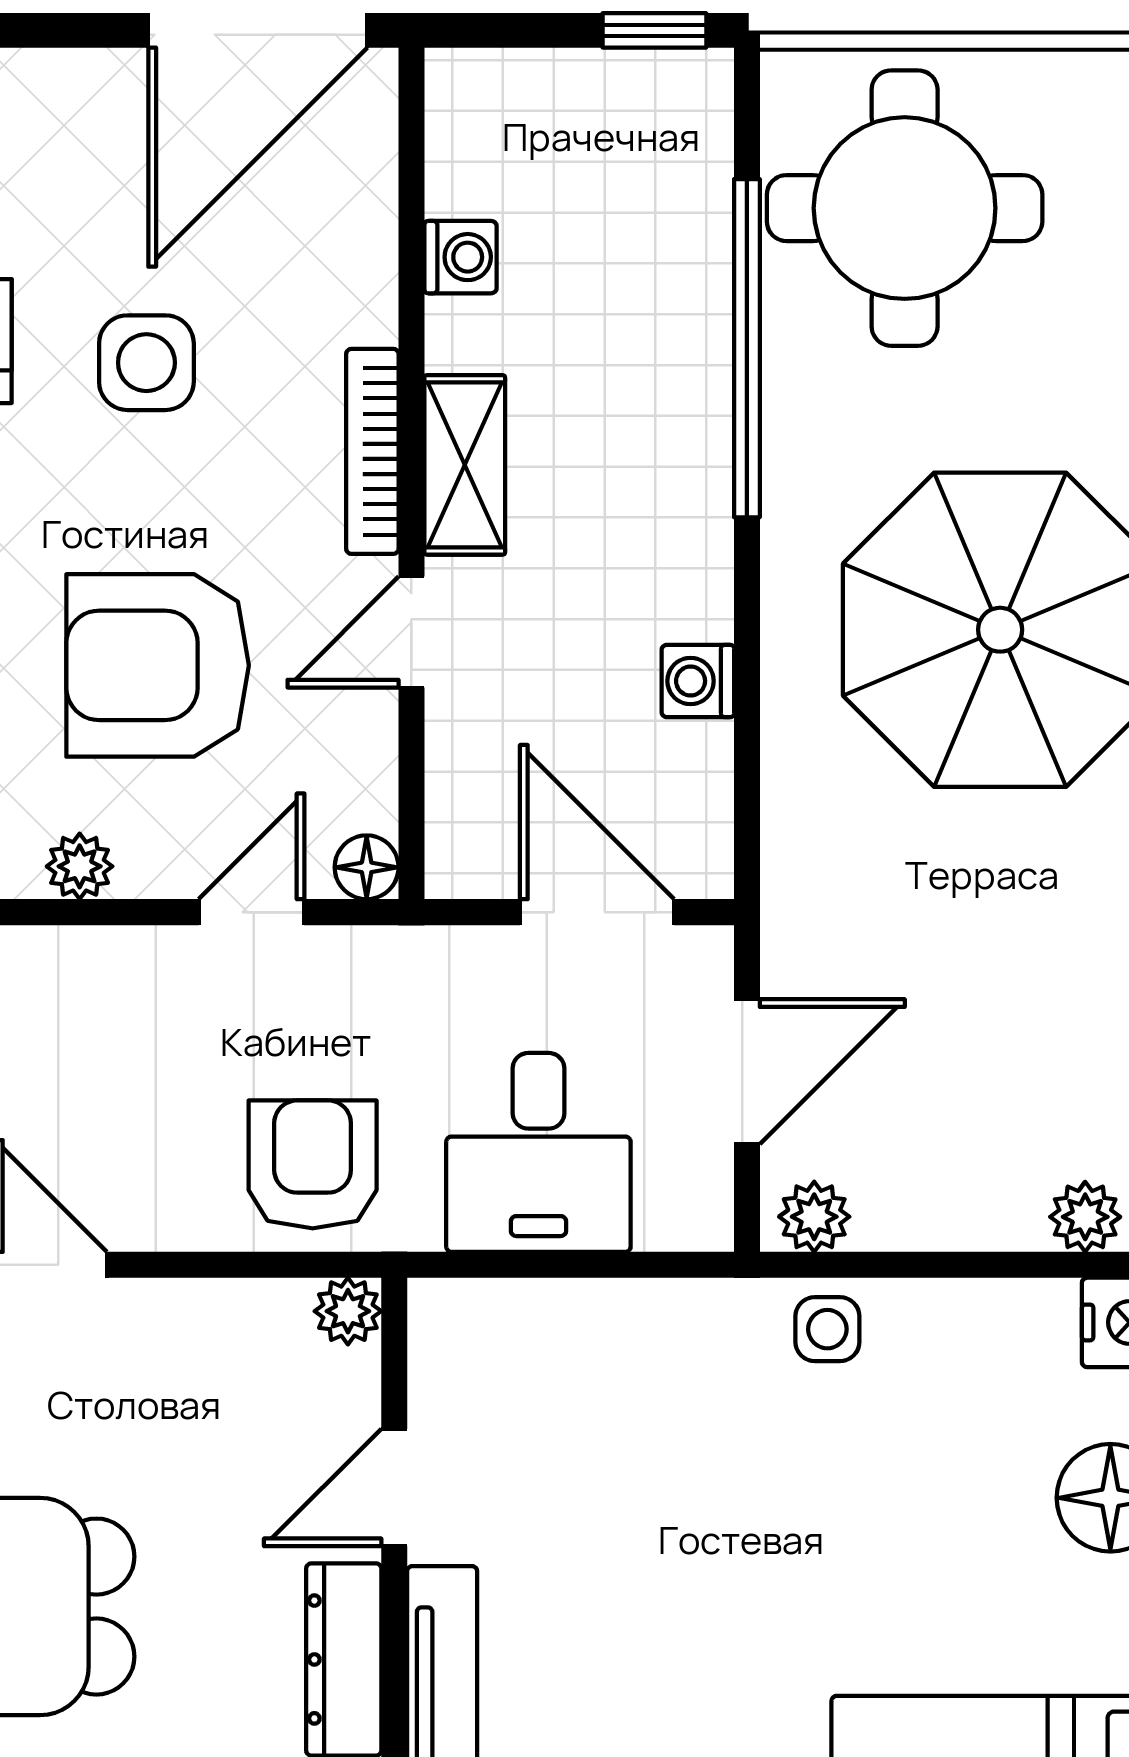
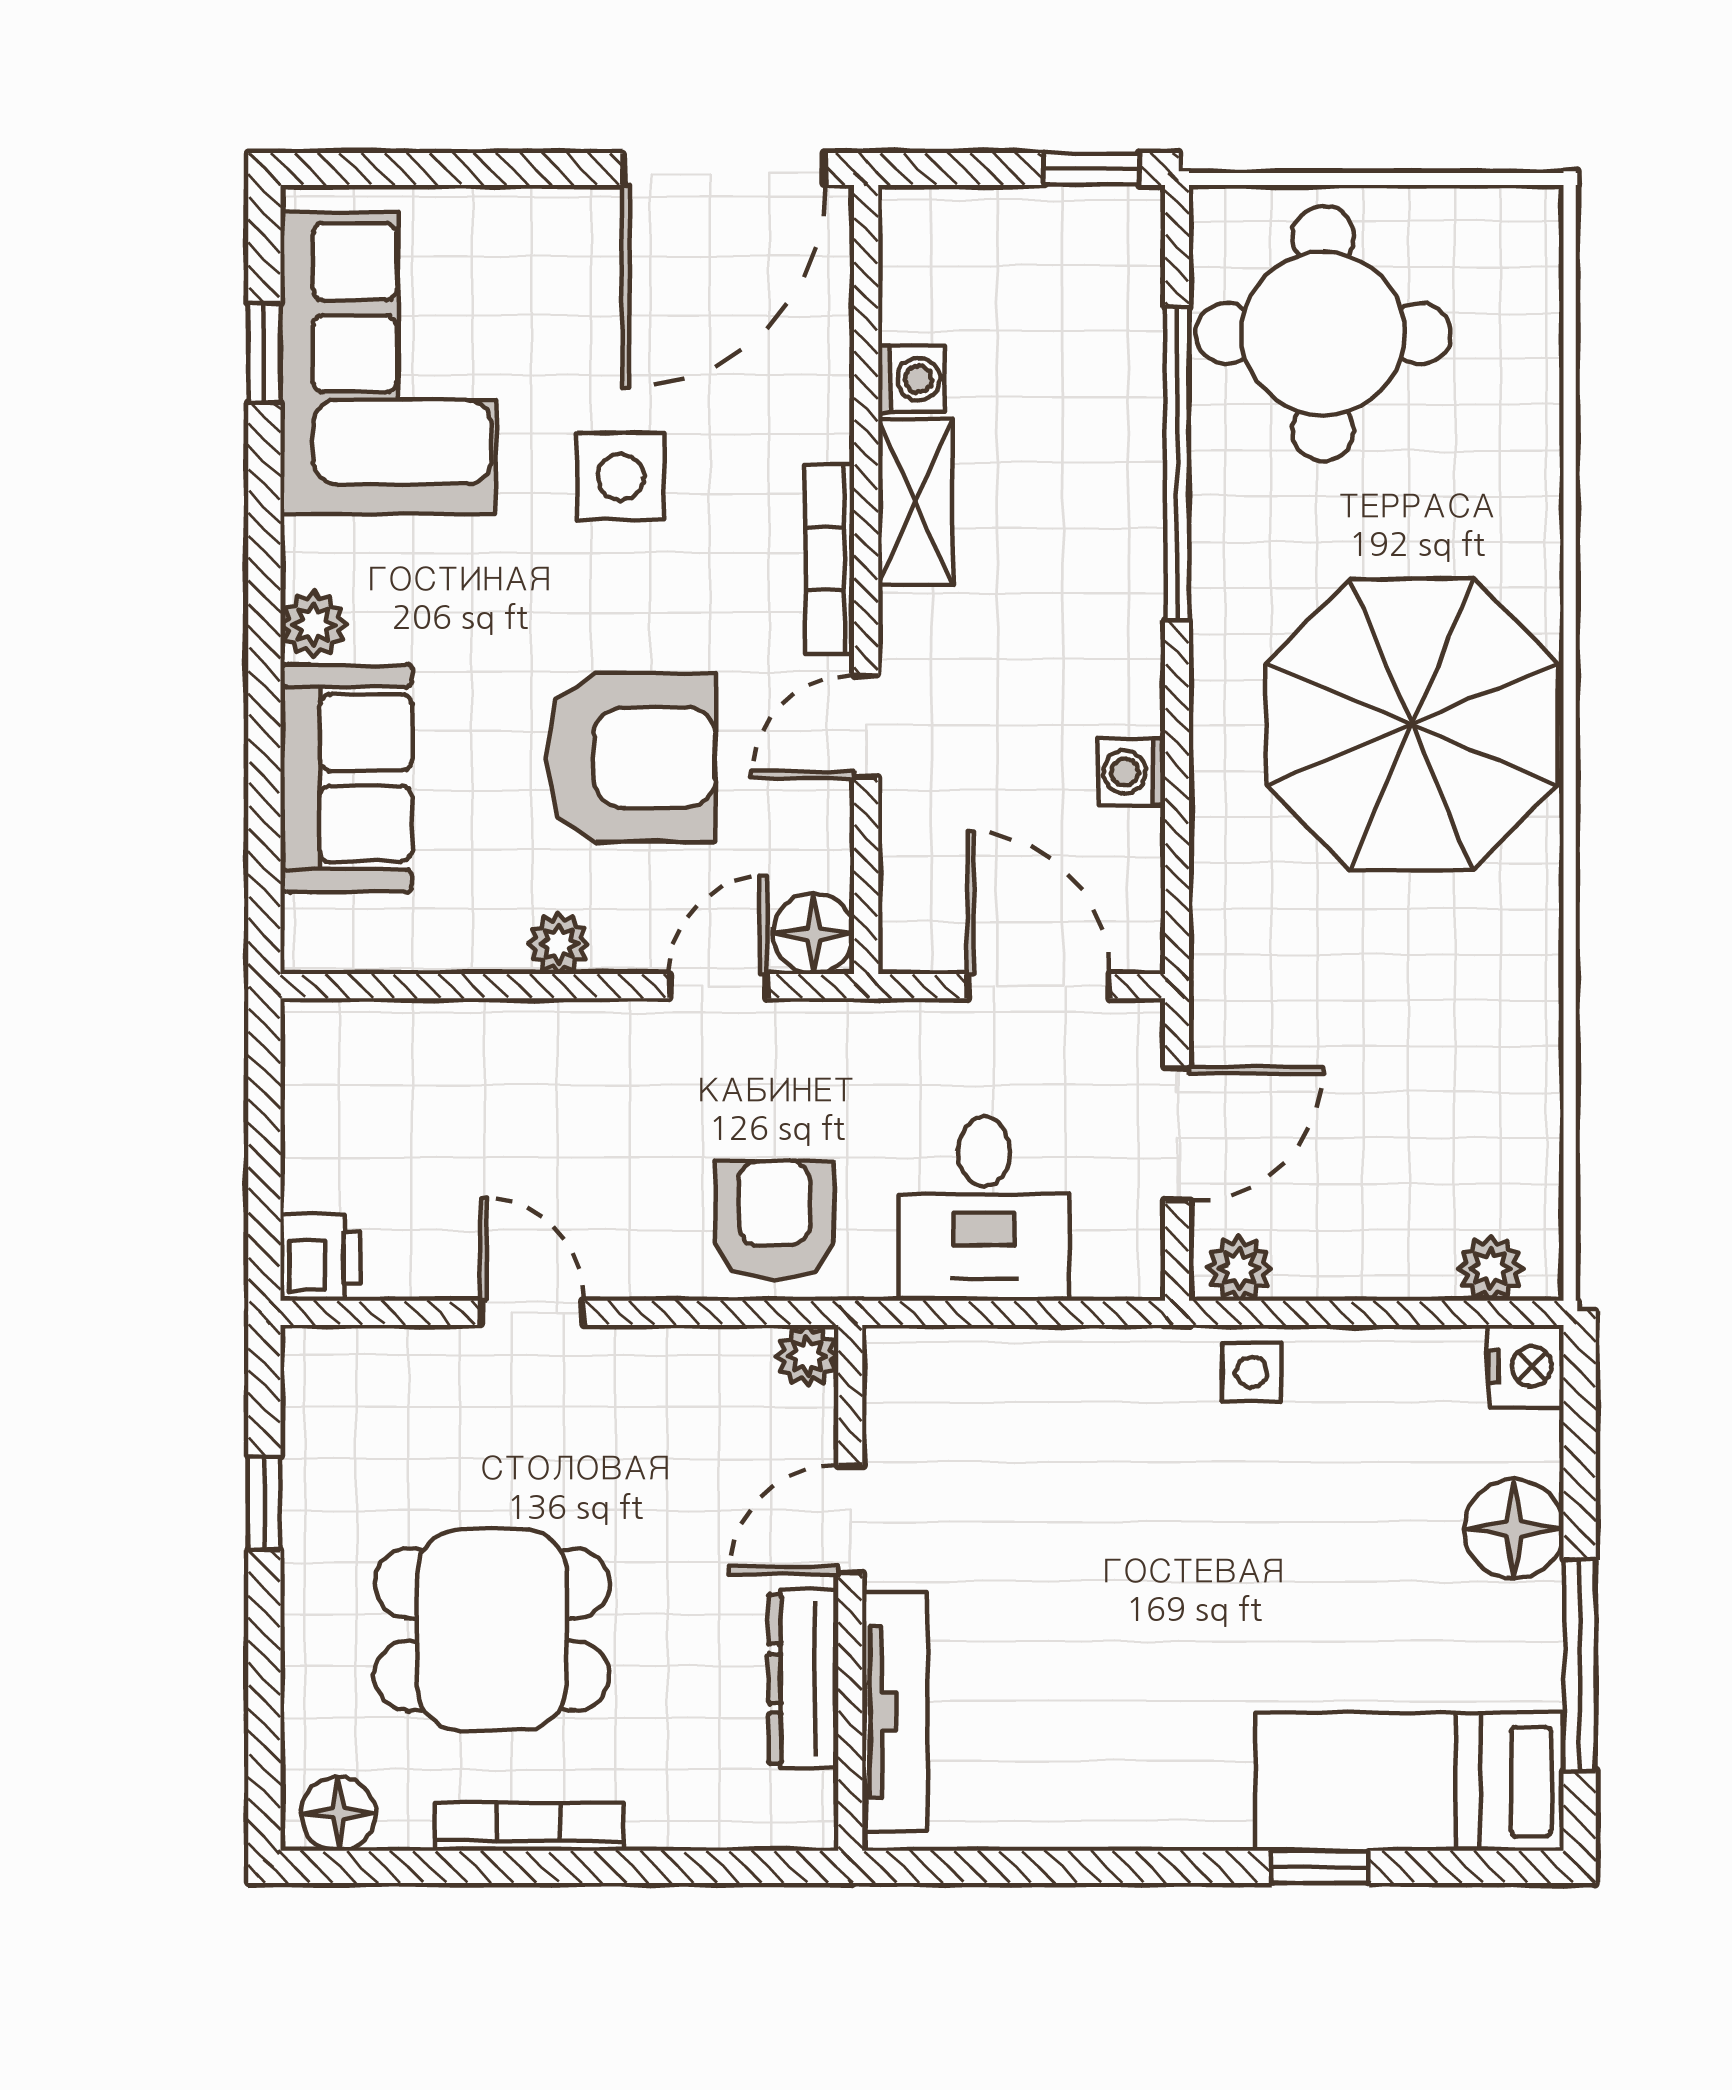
shelving: (465, 465) -> (916, 502), moved
armchair: (158, 665) -> (631, 757), turned 180
floor lamp: (367, 867) -> (814, 934), width x1.37, depth x1.37

